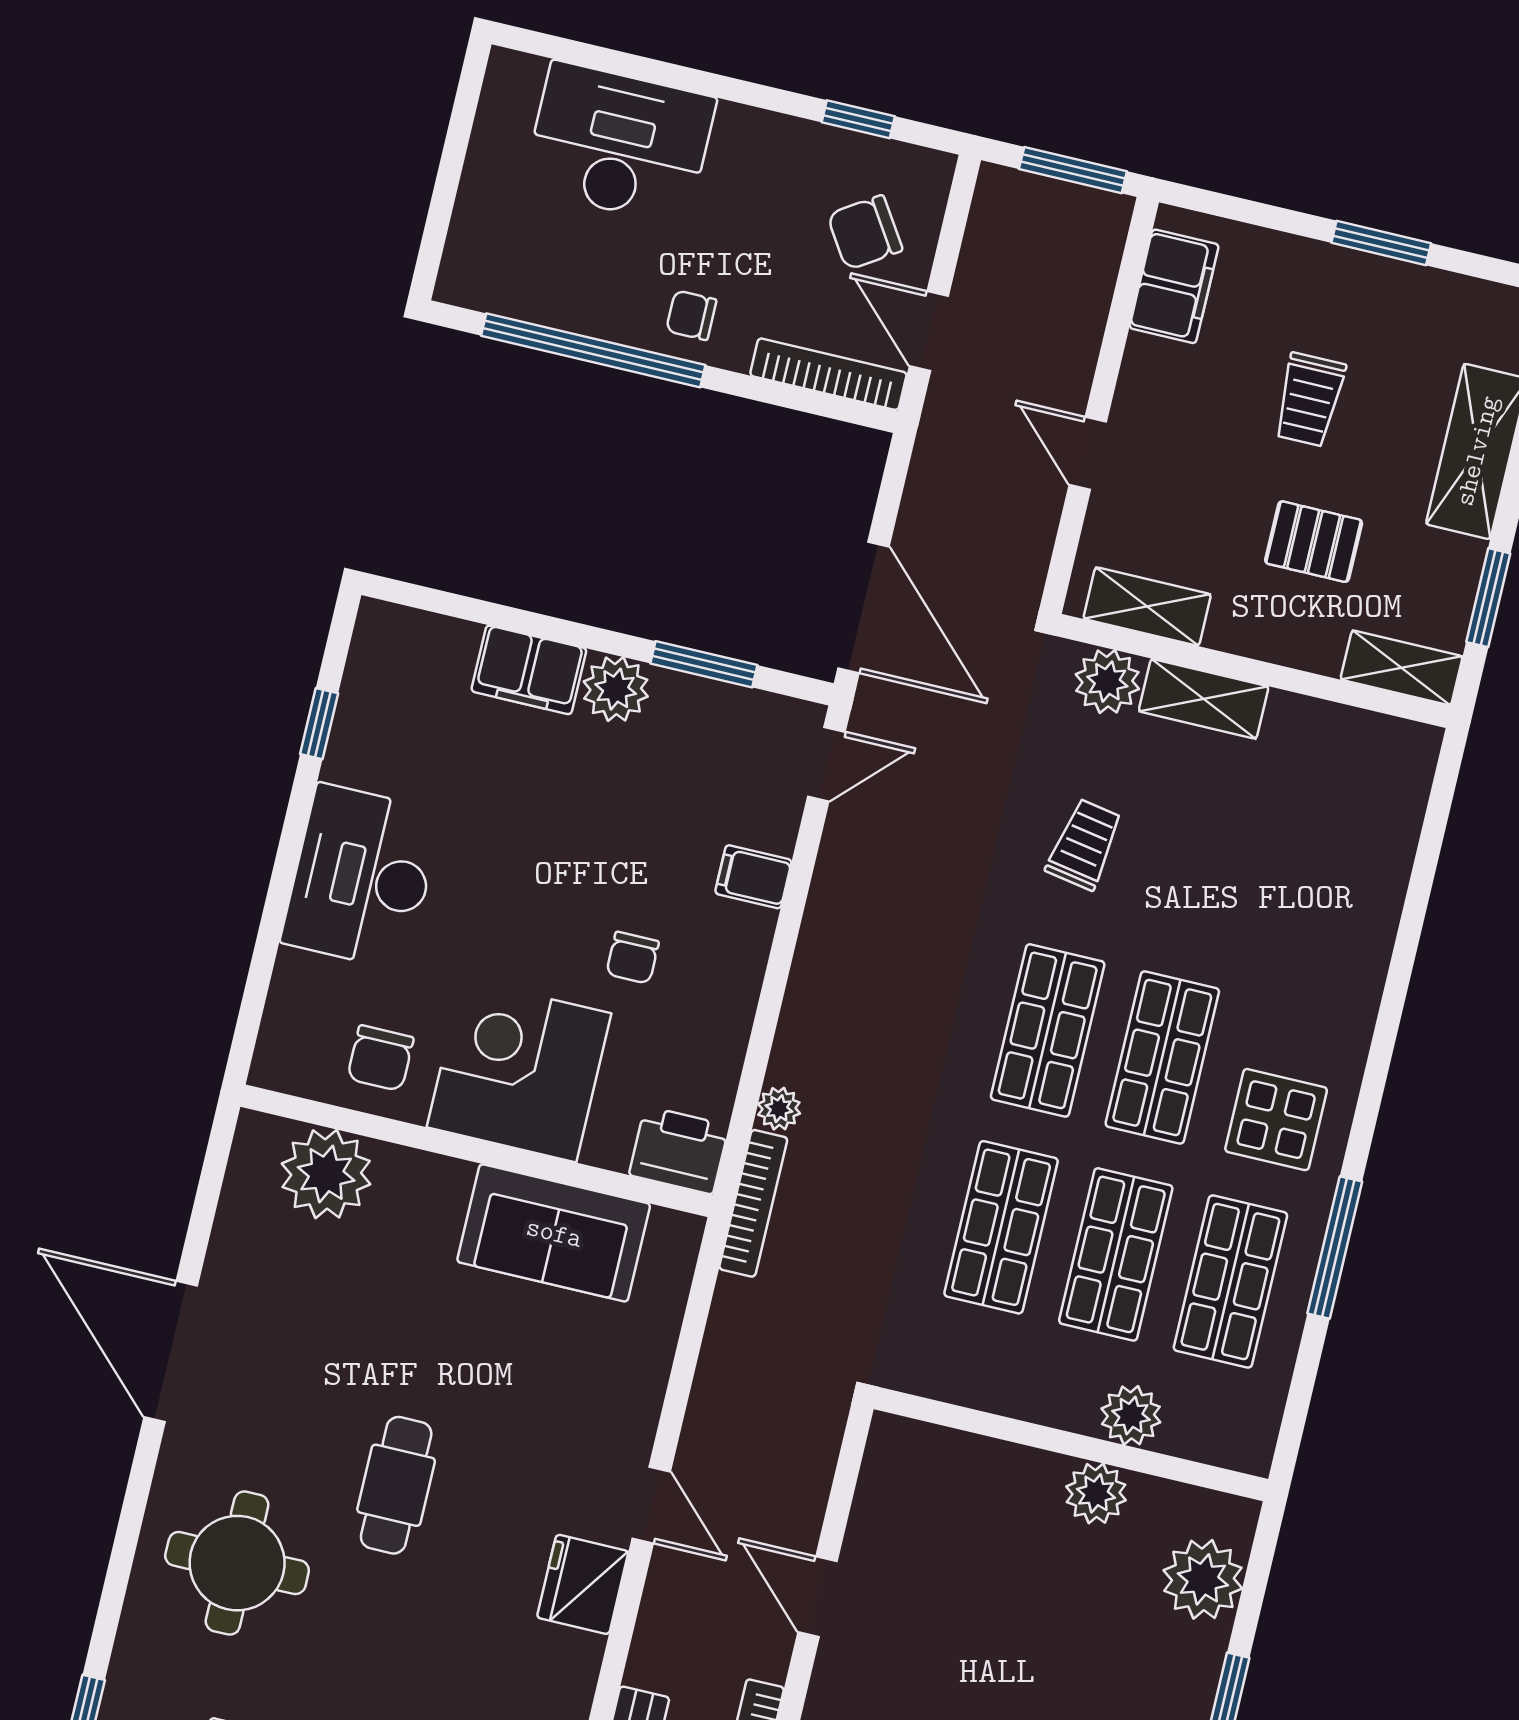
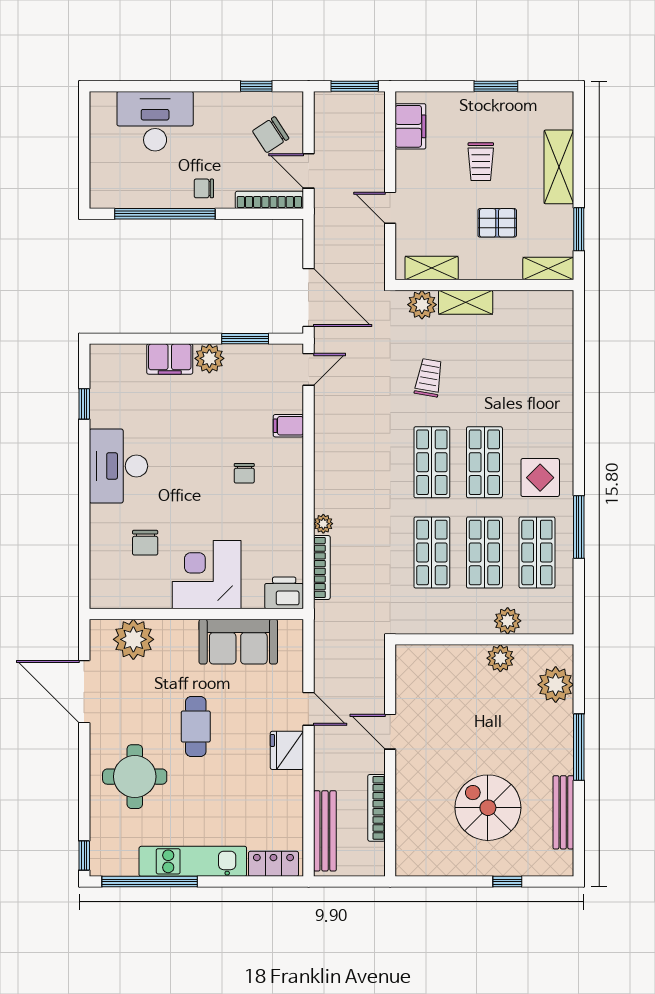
corner desk: (519, 1070) -> (207, 575), moved
printer: (679, 1150) -> (284, 593), moved
wall: (477, 1151) -> (196, 614), moved
plant: (326, 1174) -> (133, 639), moved
sofa: (554, 1233) -> (238, 642), moved

